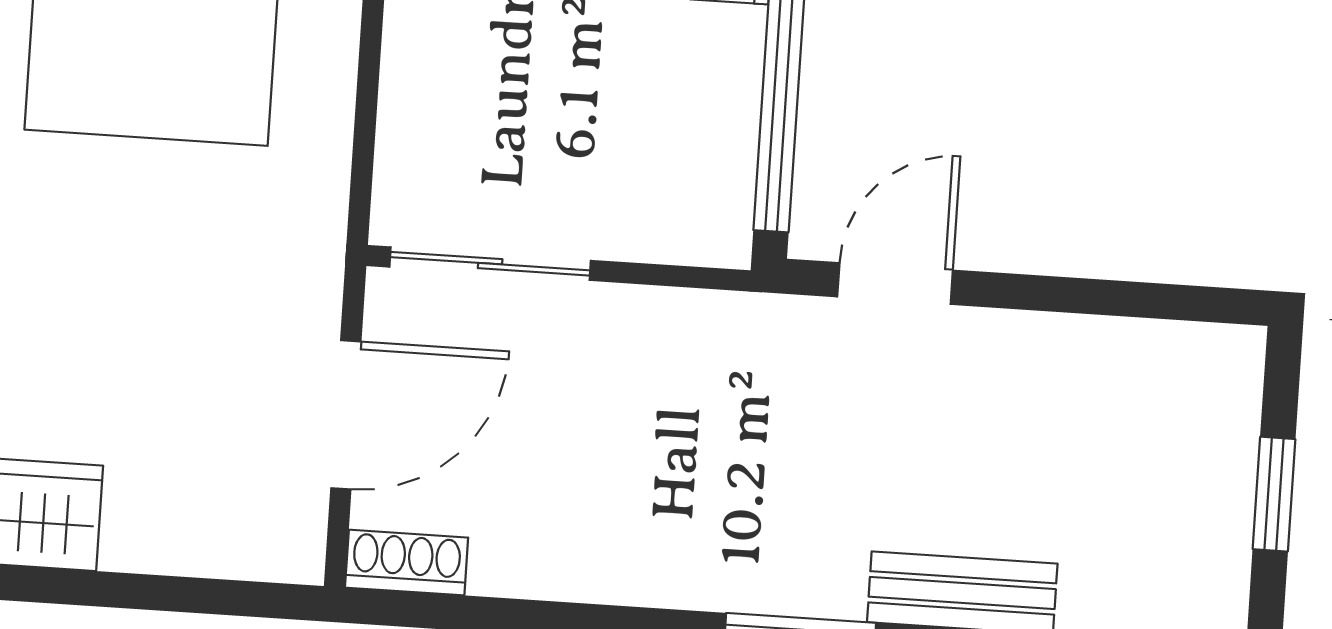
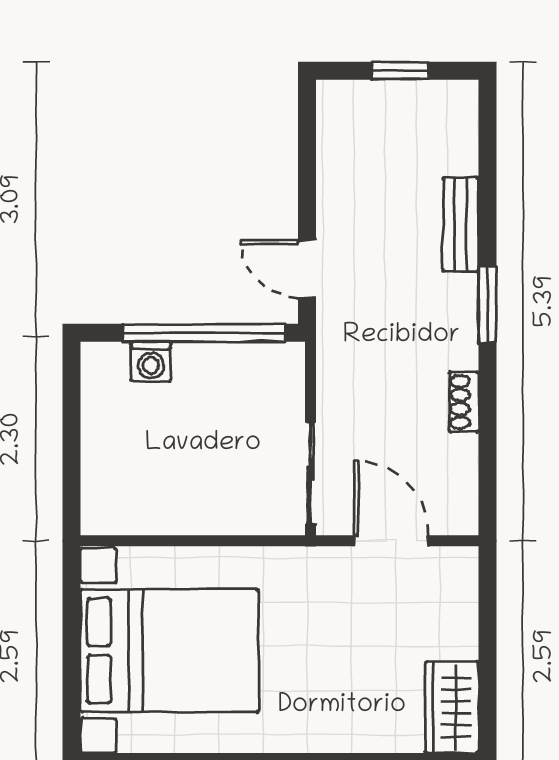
shoe rack: (407, 563) -> (464, 402), moved

